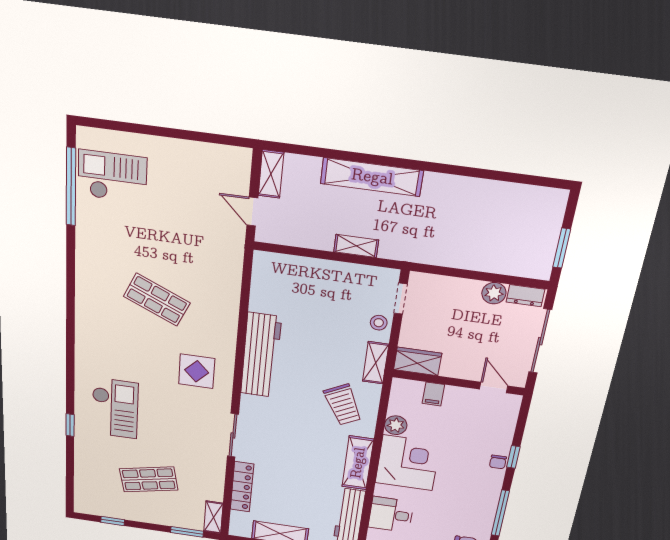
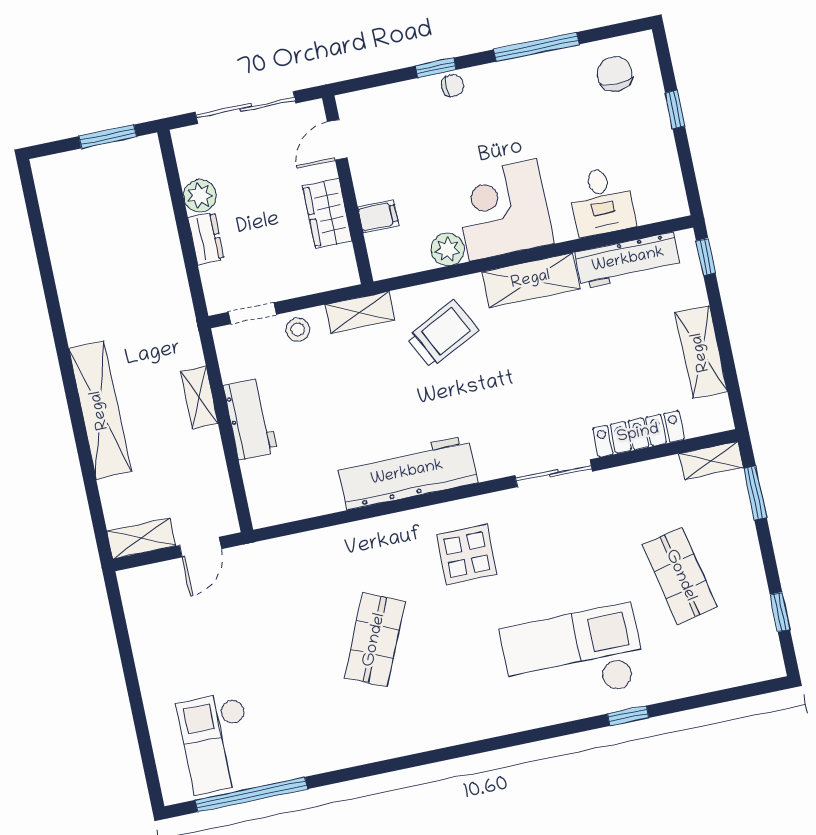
workbench: (329, 273) -> (250, 419), added
dresser: (525, 296) -> (206, 238), moved
wardrobe: (418, 361) -> (327, 214), moved
checkout: (115, 408) -> (573, 656), width x1.36, depth x1.21

